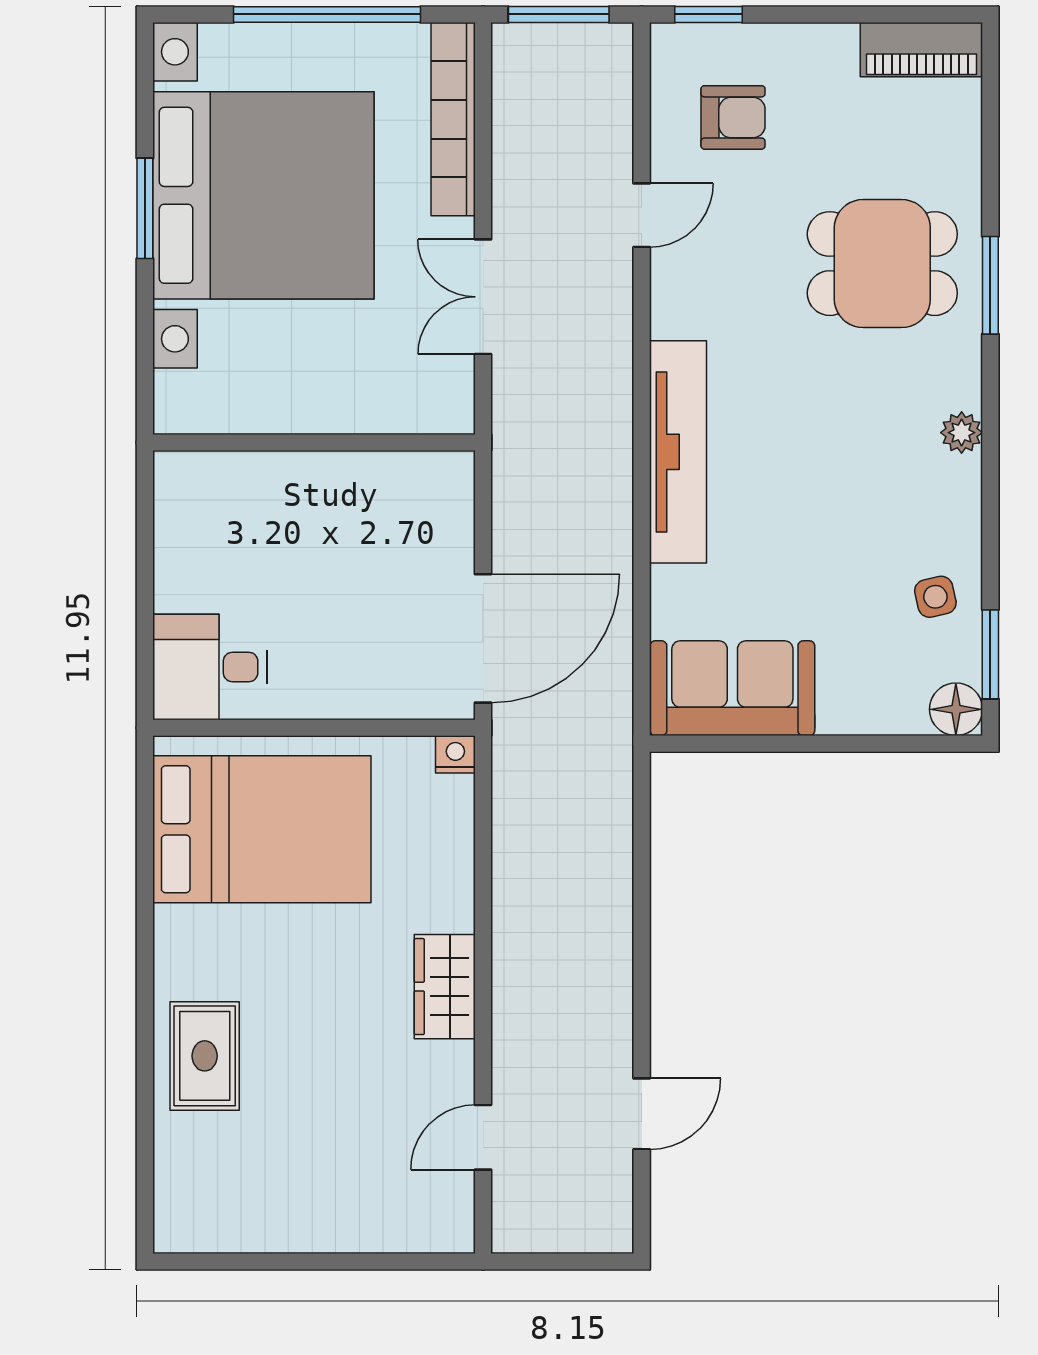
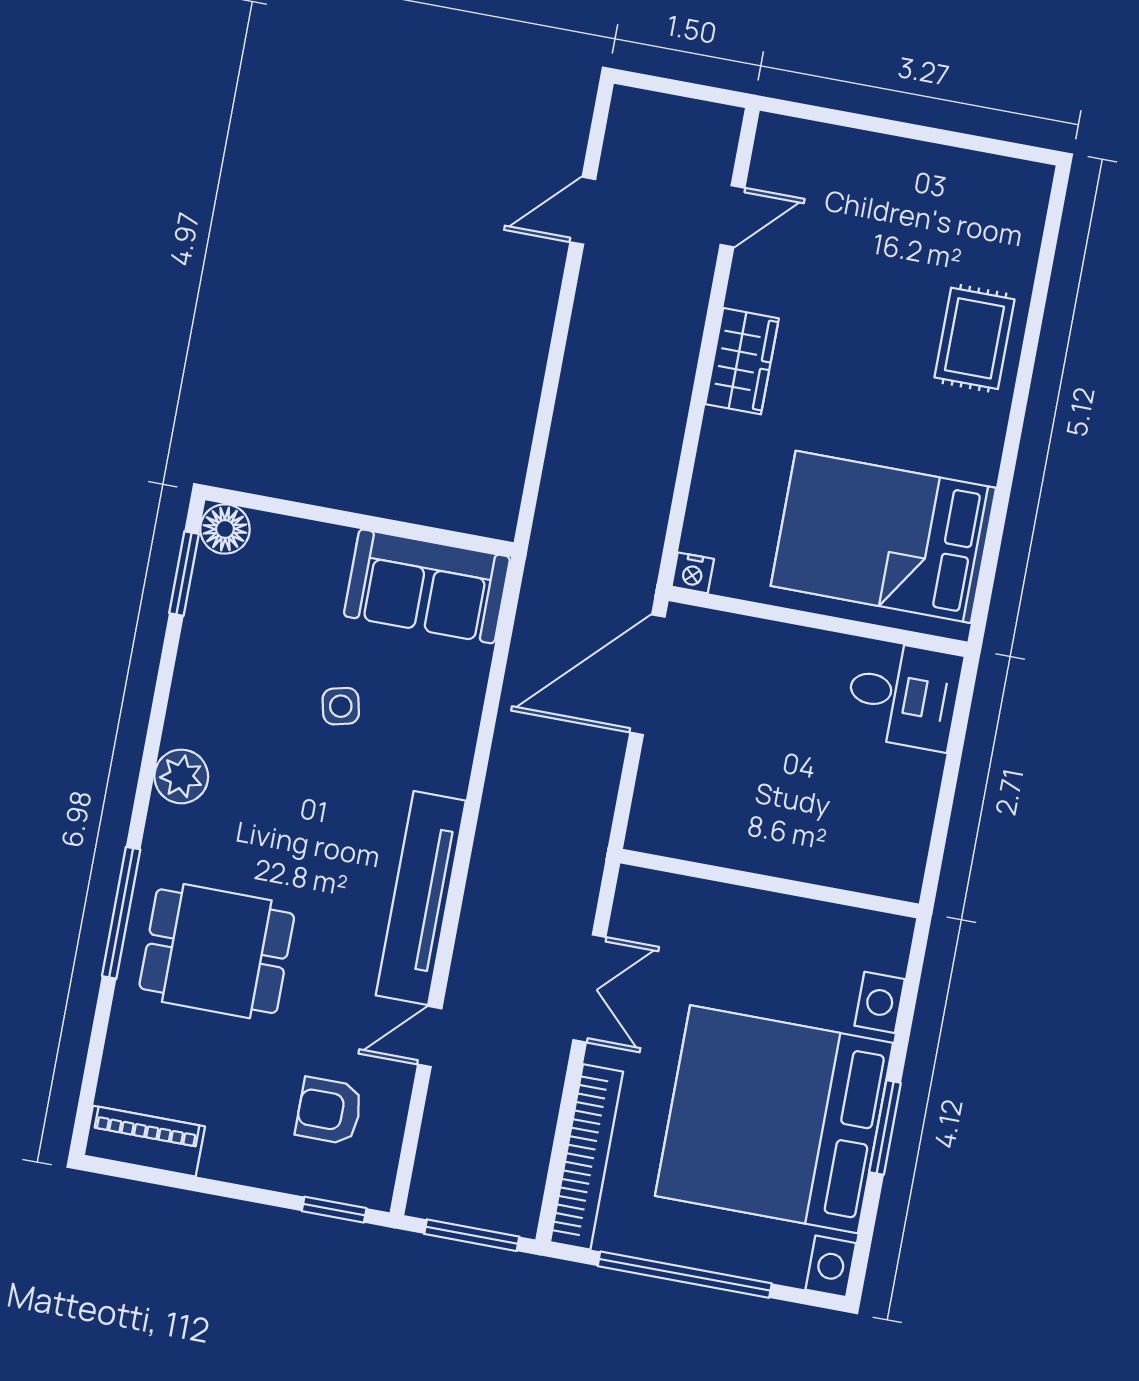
window: (990, 285) -> (121, 913), width x1.44
plant: (962, 433) -> (181, 776), width x1.38, depth x1.38
tv unit: (678, 452) -> (421, 898), moved
side table: (935, 597) -> (341, 706), moved

